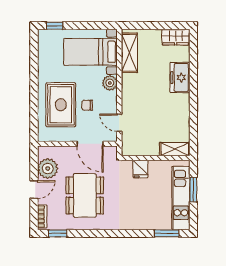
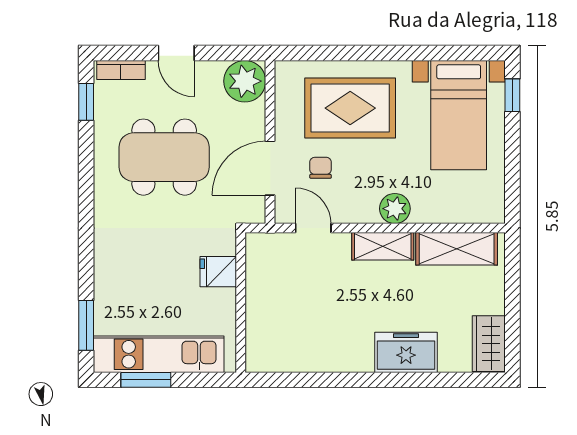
bed with nightstands: (90, 52) -> (459, 115), moved, turned 180
chair: (87, 105) -> (321, 168), moved
door: (119, 123) -> (313, 228), hinge flipped
shelving: (175, 149) -> (383, 246), moved, turned 90
plant: (48, 168) -> (245, 81), moved
window: (193, 190) -> (146, 380), moved

